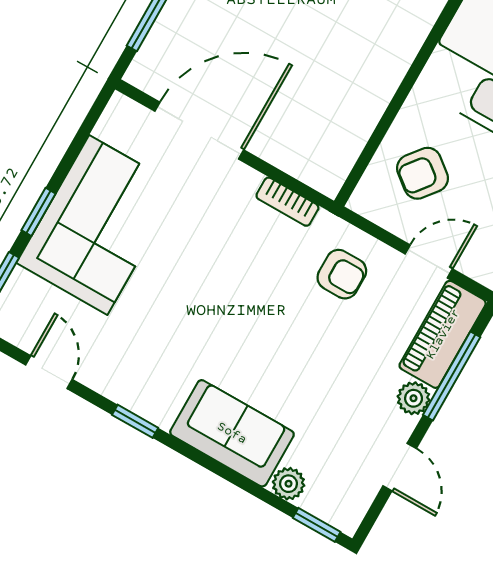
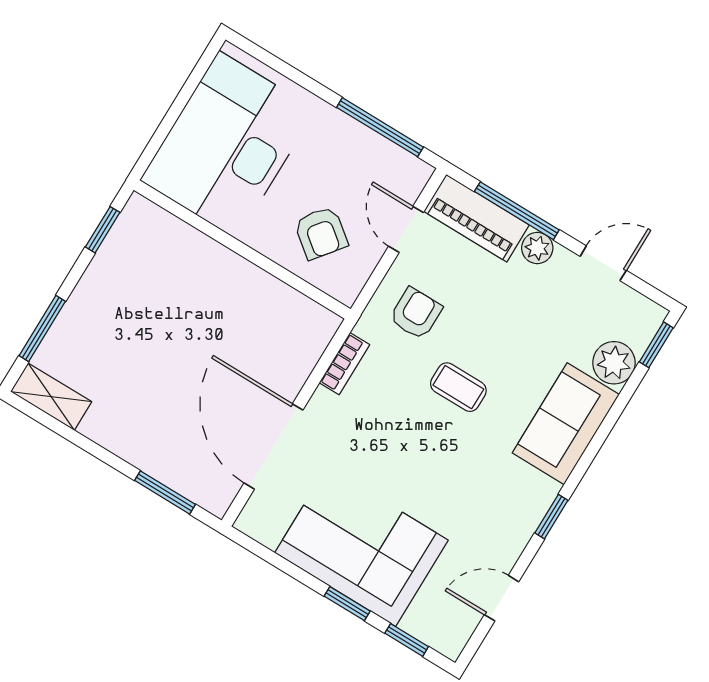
coffee table: (267, 321) -> (458, 387), added
plant: (289, 484) -> (614, 363), width x1.38, depth x1.38

